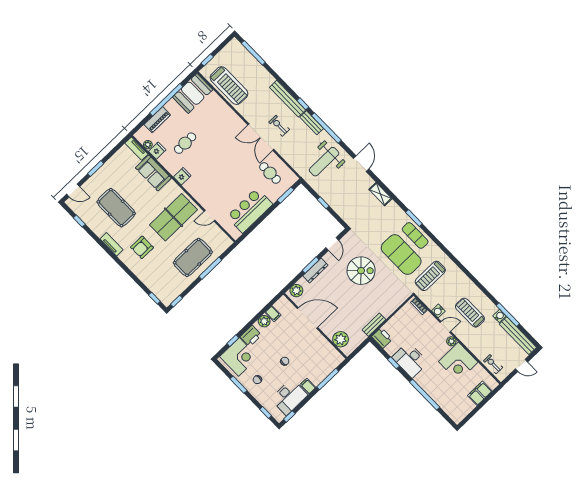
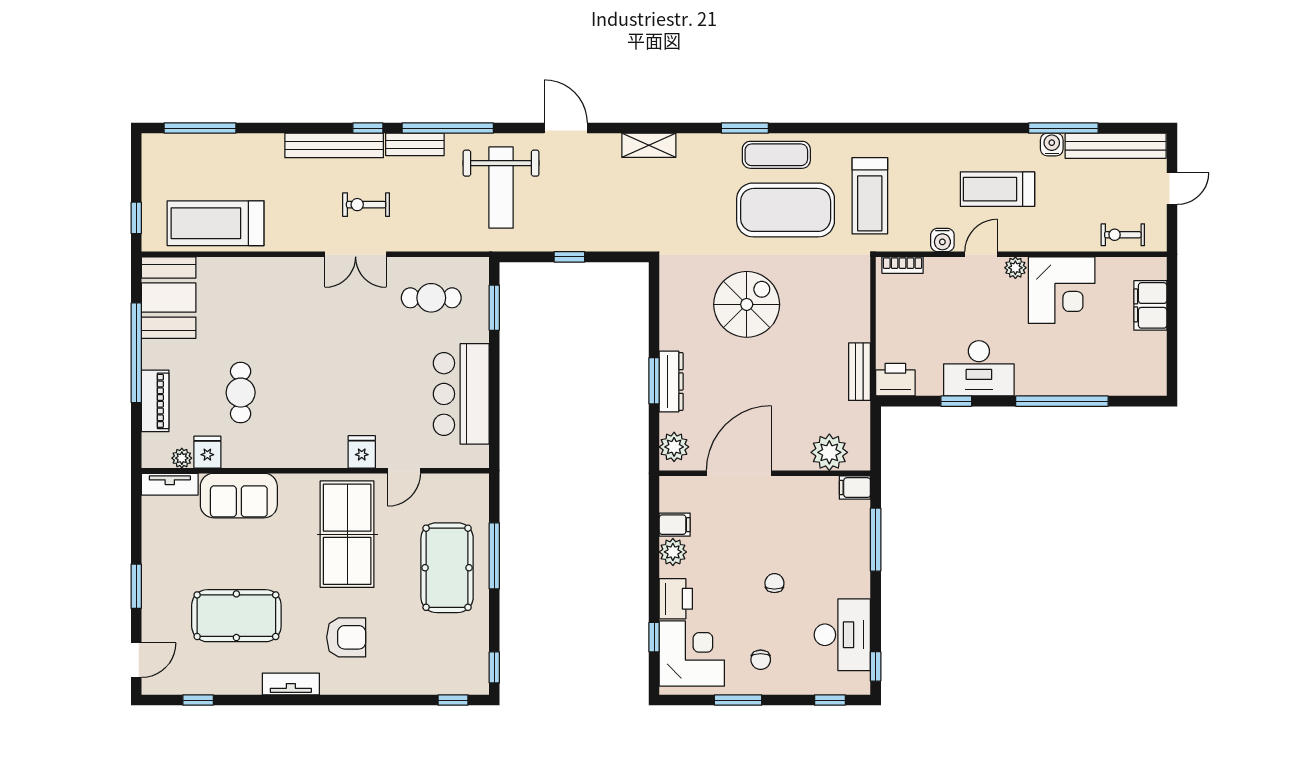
treadmill: (229, 86) -> (216, 223), turned 180
double door: (261, 137) -> (356, 254), width x0.73
fridge: (182, 176) -> (362, 452), moved
door: (332, 244) -> (654, 309), removed
armchair: (142, 247) -> (346, 637), turned -90
filing cabinet: (308, 386) -> (855, 488), moved

